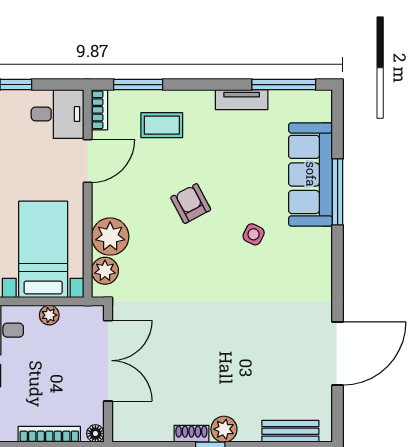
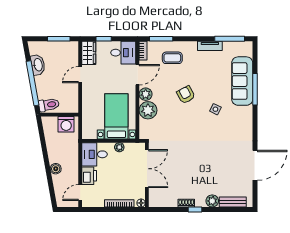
plant: (105, 271) -> (146, 94), moved
plant: (224, 429) -> (212, 201), moved

